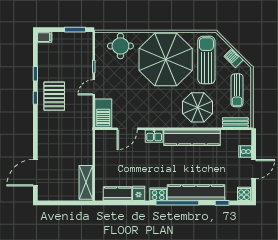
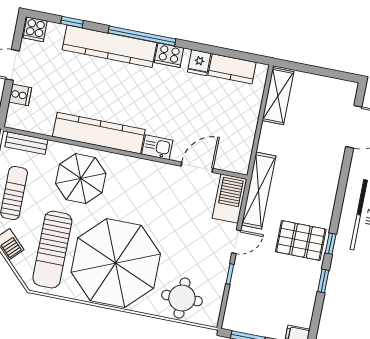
pallet: (54, 96) -> (301, 240), turned 90
shelving: (86, 122) -> (259, 191), added

